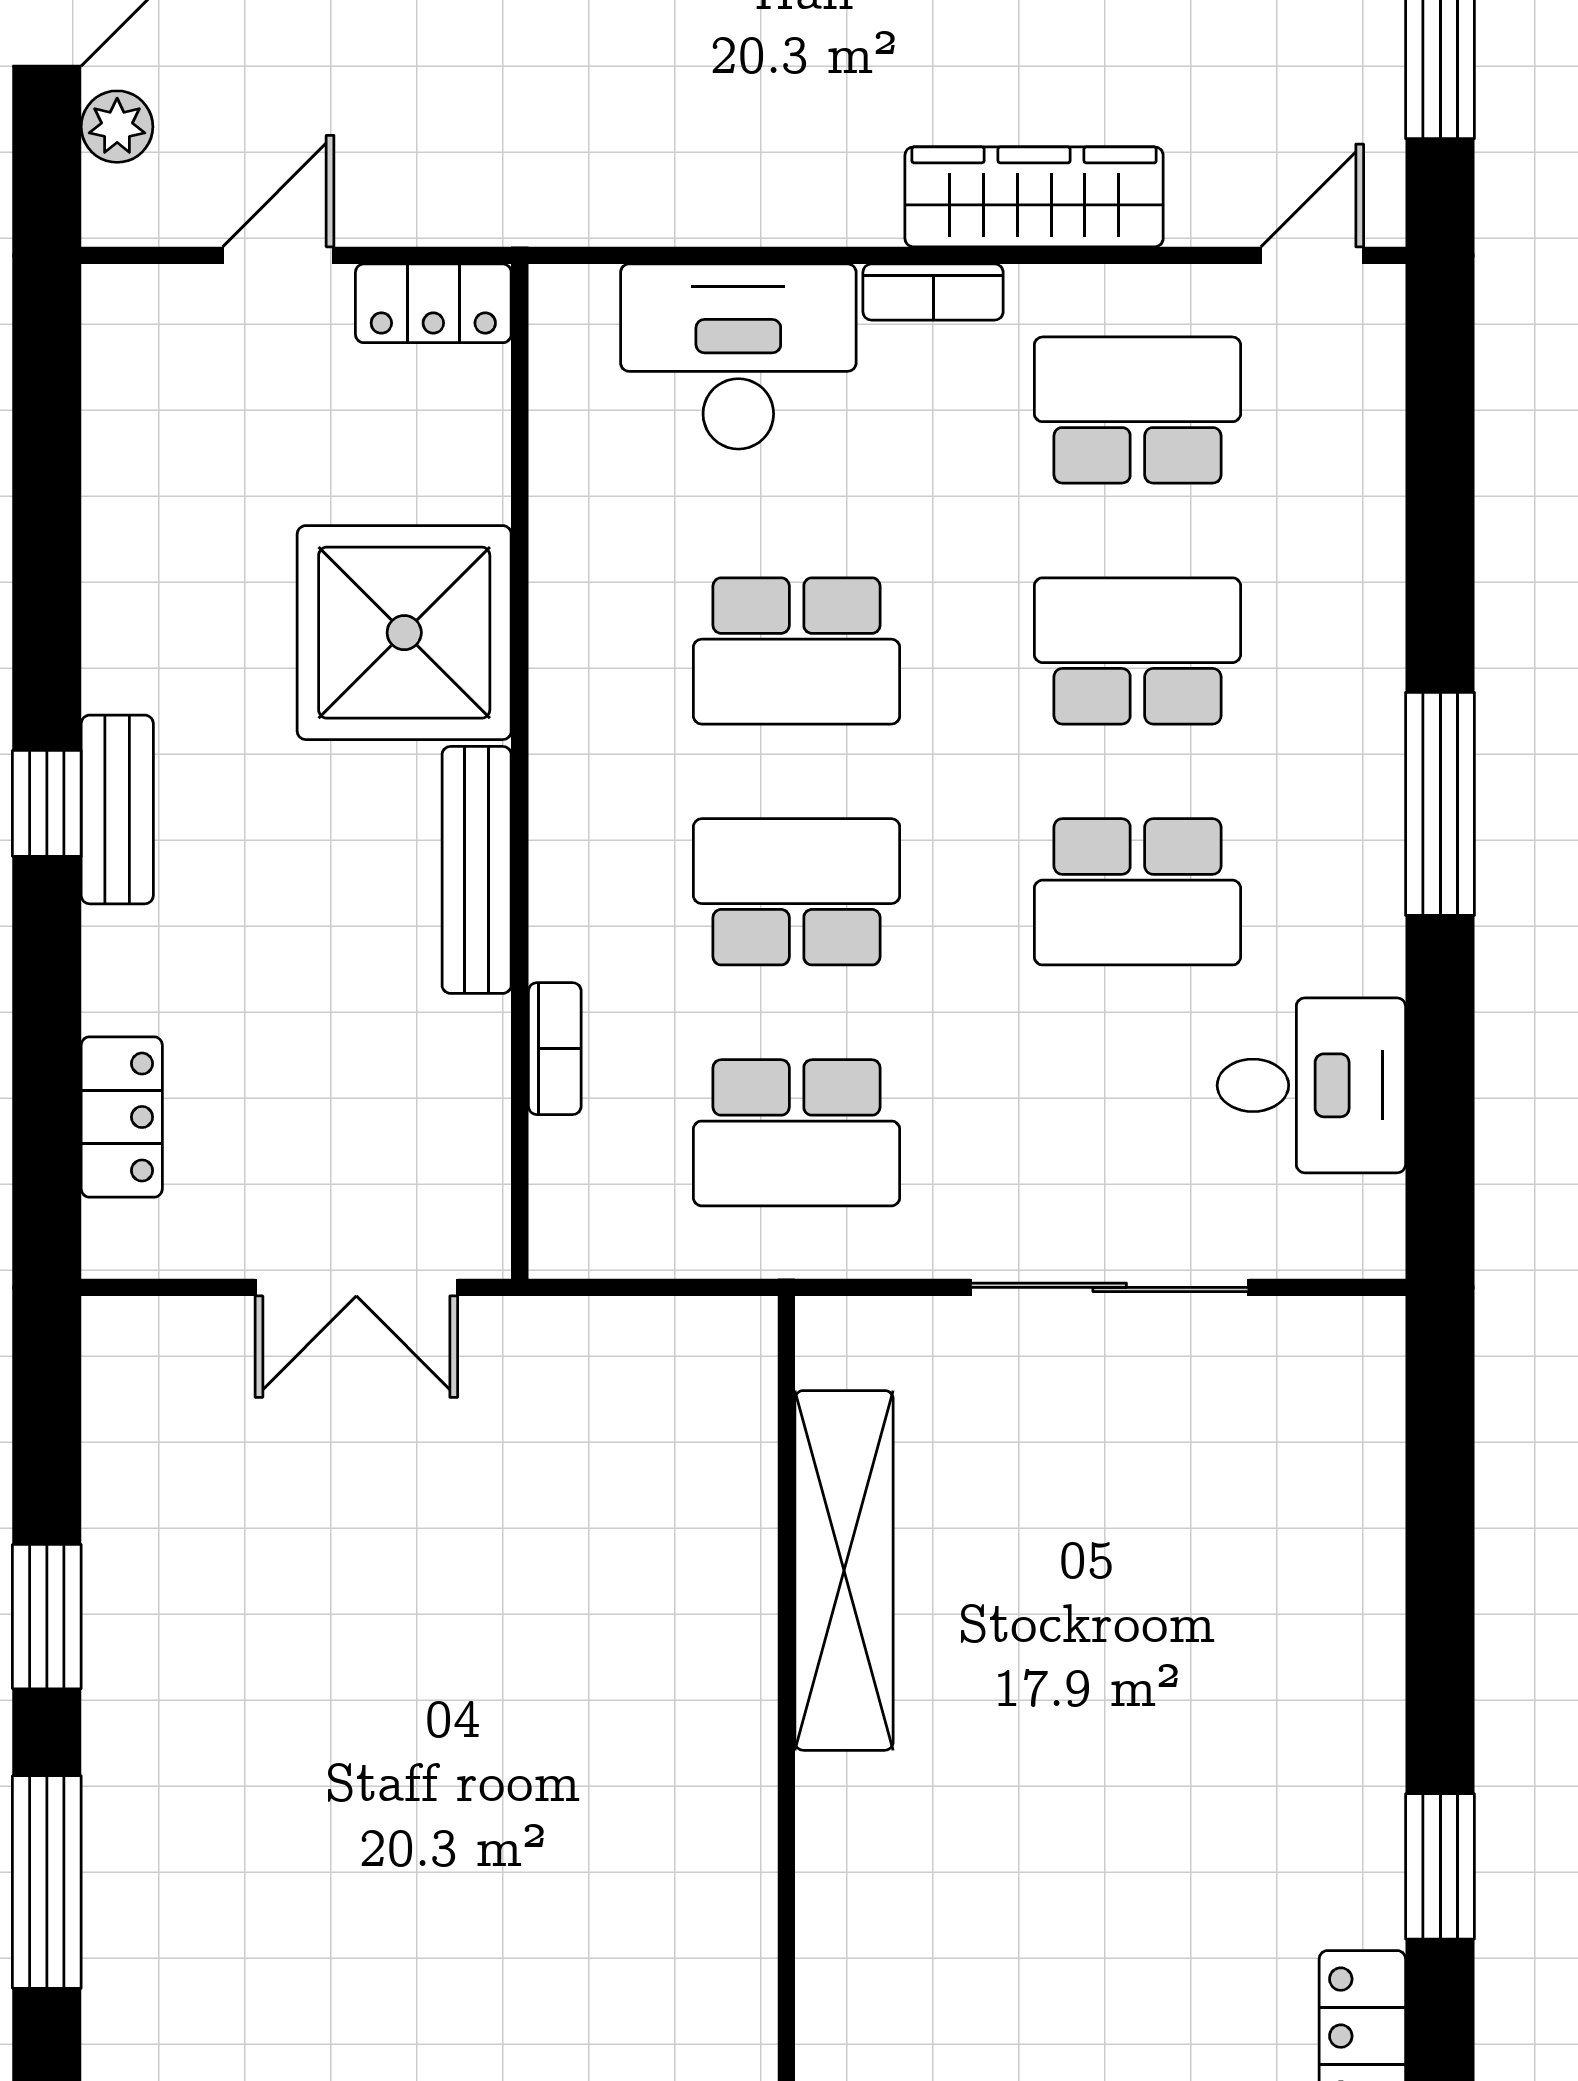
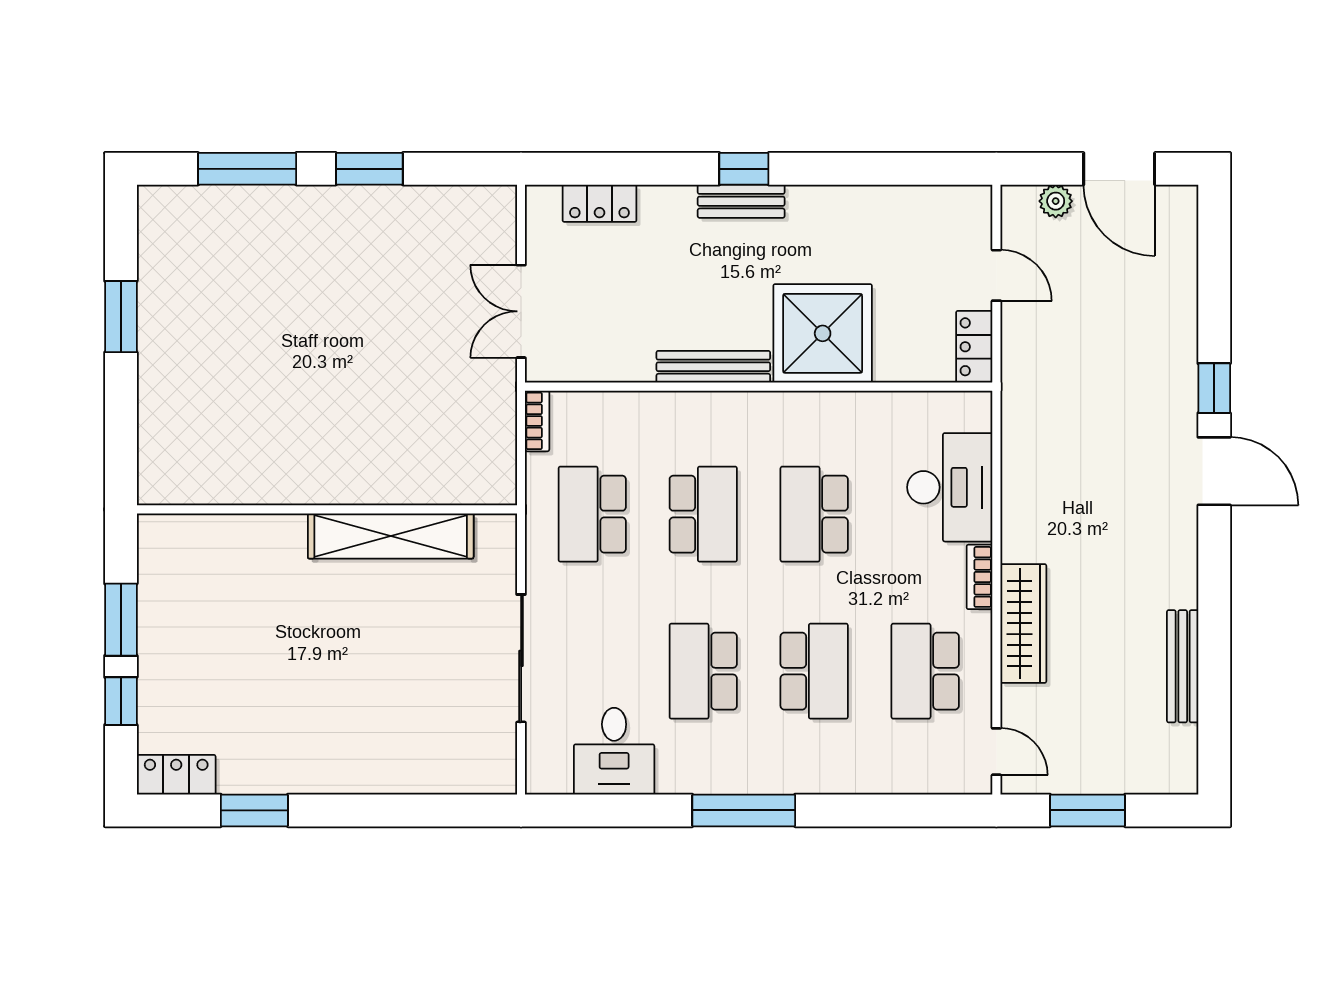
school desk: (1137, 410) -> (925, 671), turned 180
bookcase: (555, 1049) -> (537, 421), moved, turned -90

